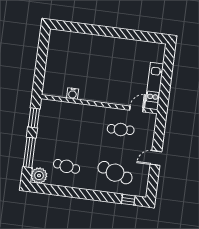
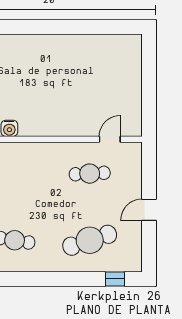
kitchen unit: (154, 86) -> (132, 101), removed
cafe table: (115, 173) -> (90, 240), turned -36

